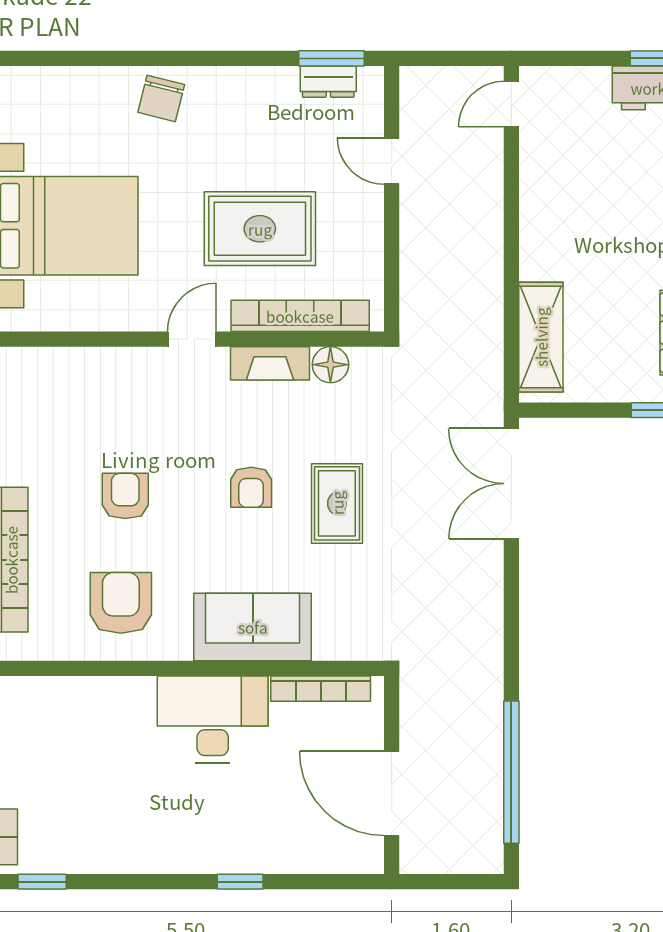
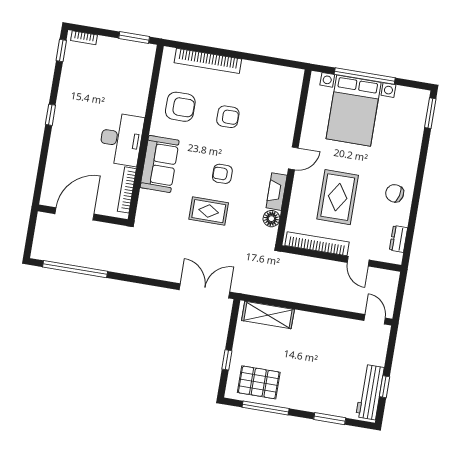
window: (331, 58) -> (430, 113), moved
chair: (161, 98) -> (395, 193), moved
door: (392, 161) -> (358, 261), swing flipped
bookcase: (300, 316) -> (317, 244), moved, turned -90
door: (192, 339) -> (293, 158), hinge flipped
window: (240, 882) -> (50, 115), moved

